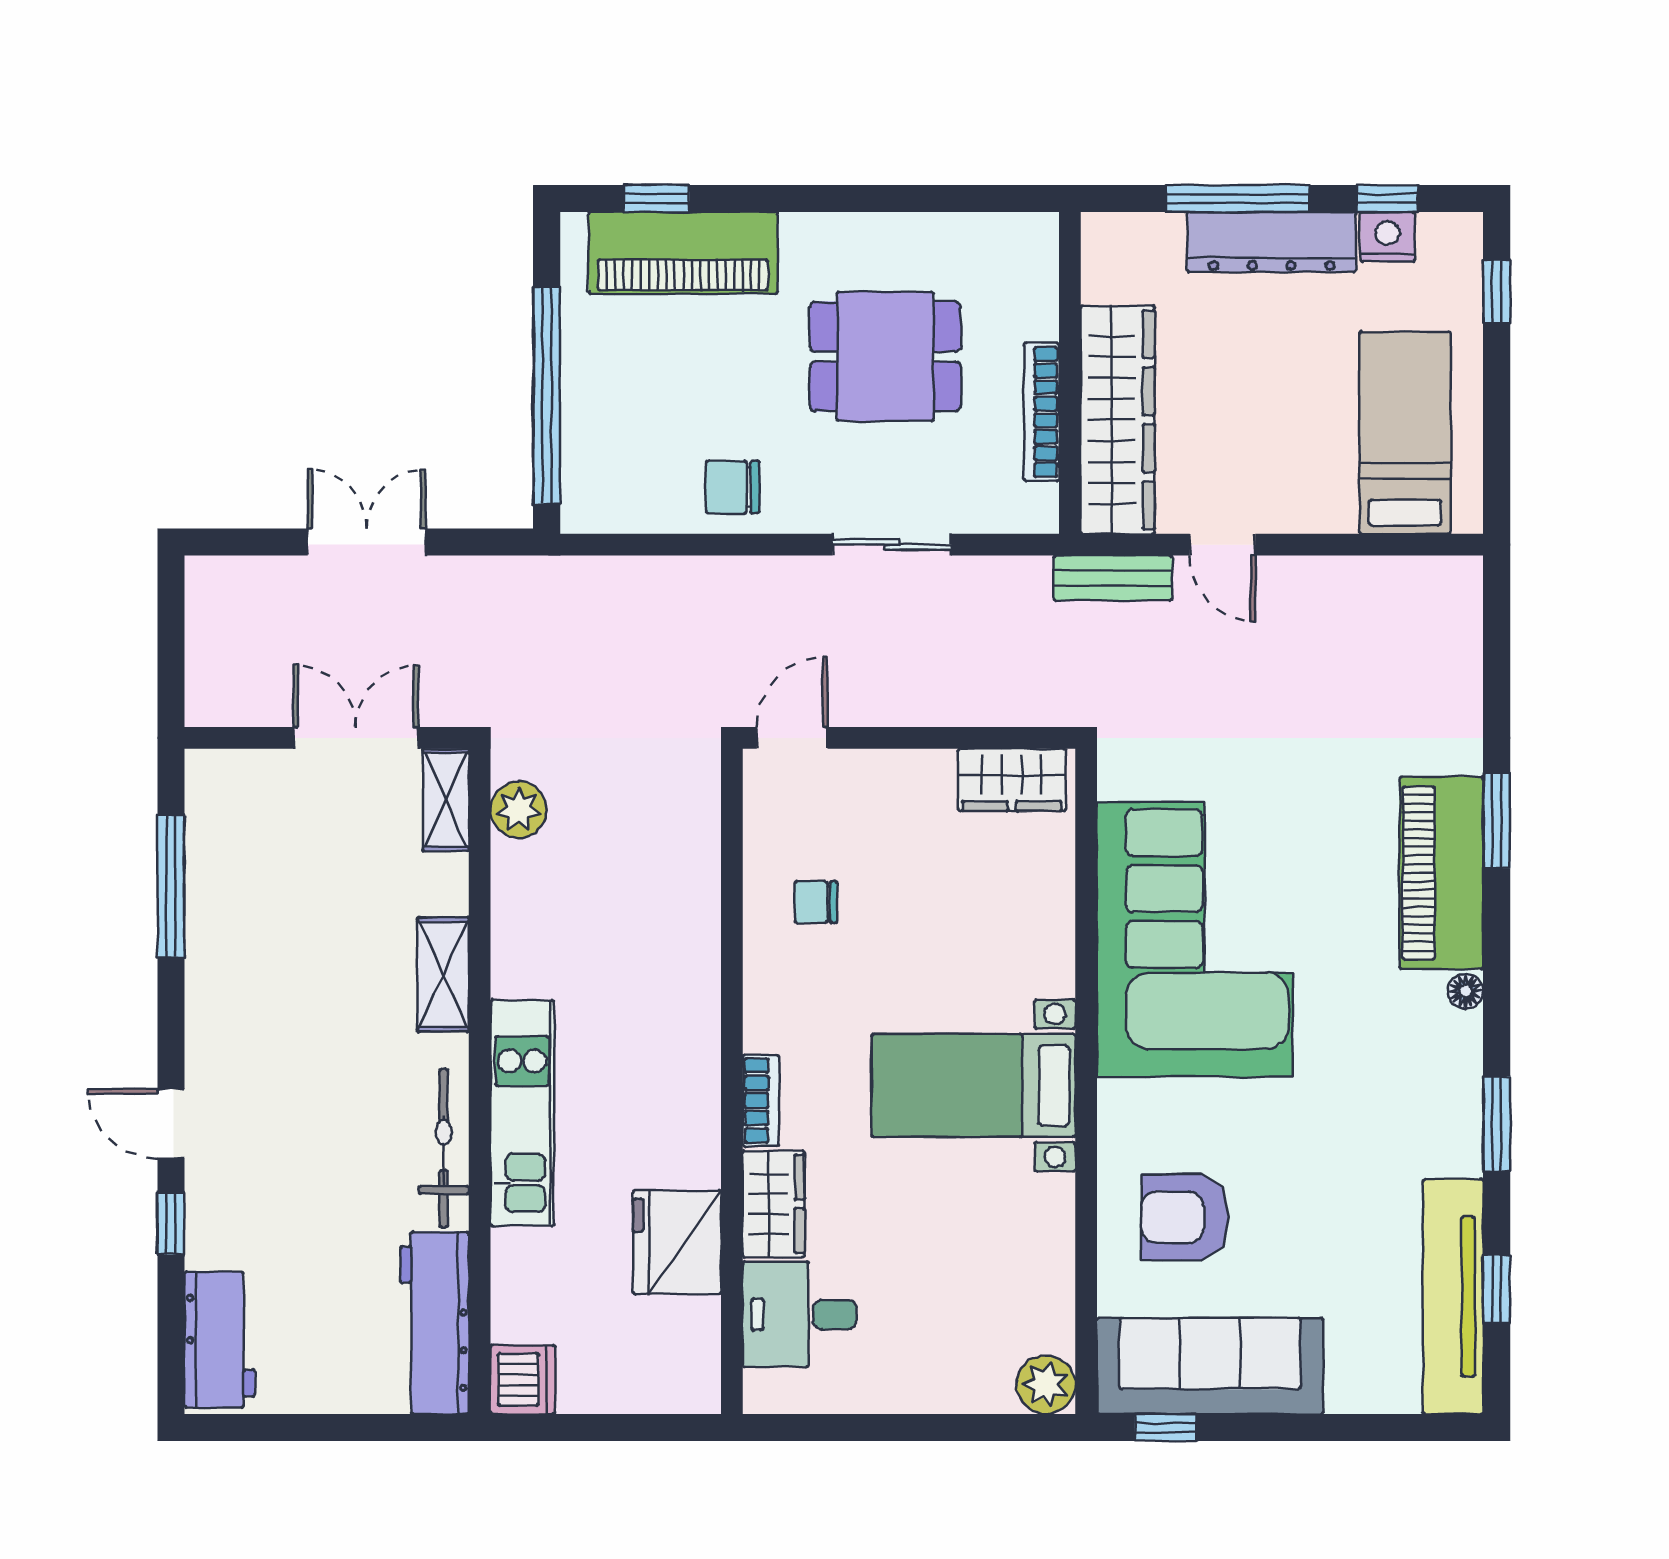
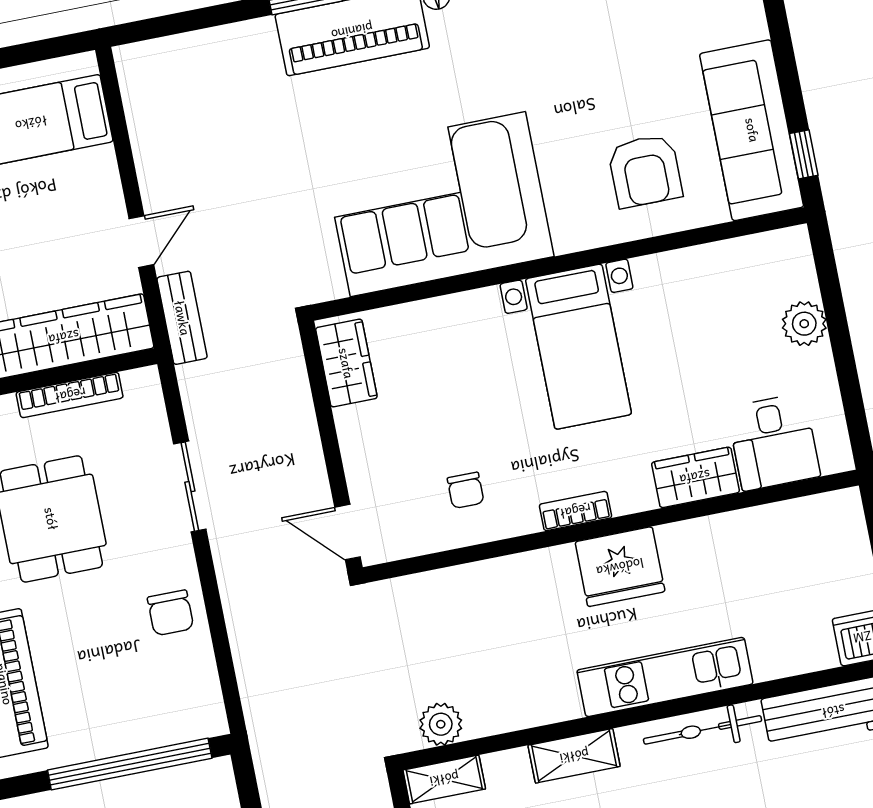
bookcase: (761, 1101) -> (575, 511), moved
fridge: (677, 1242) -> (620, 567), moved
plant: (1046, 1385) -> (804, 324), moved

